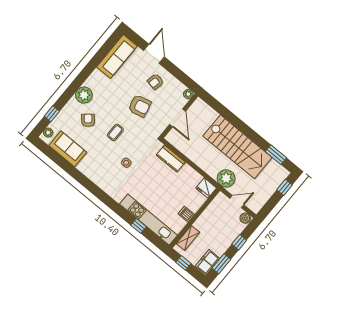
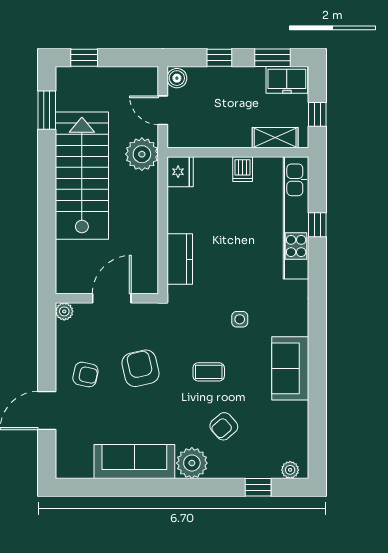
sofa: (117, 56) -> (134, 461), moved
sofa: (68, 149) -> (290, 368), moved

